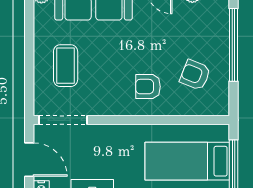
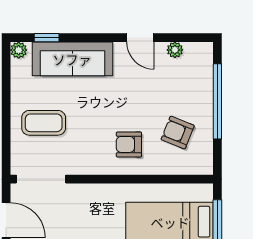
coffee table: (66, 66) -> (44, 123), turned 90

